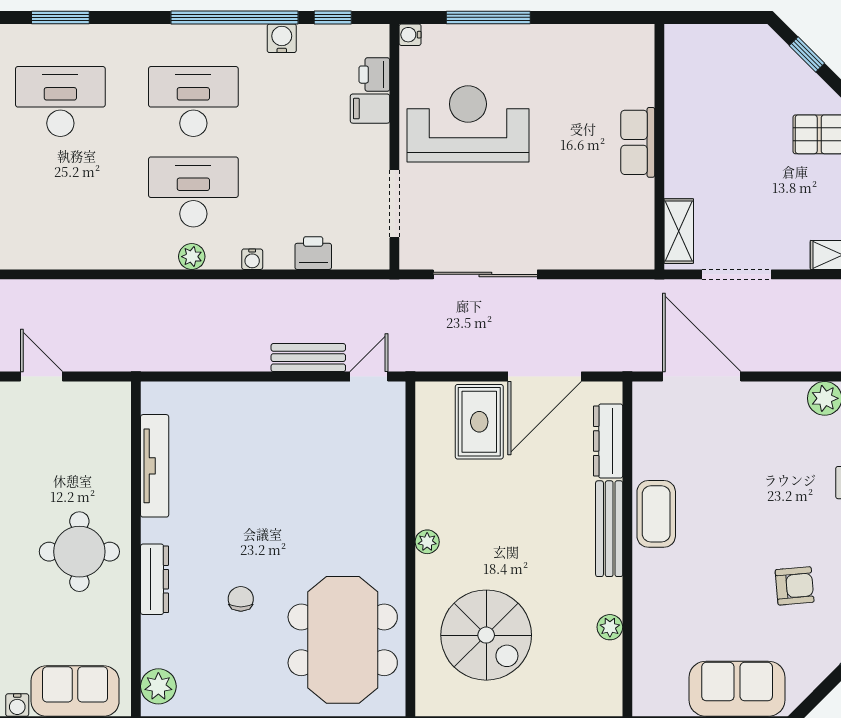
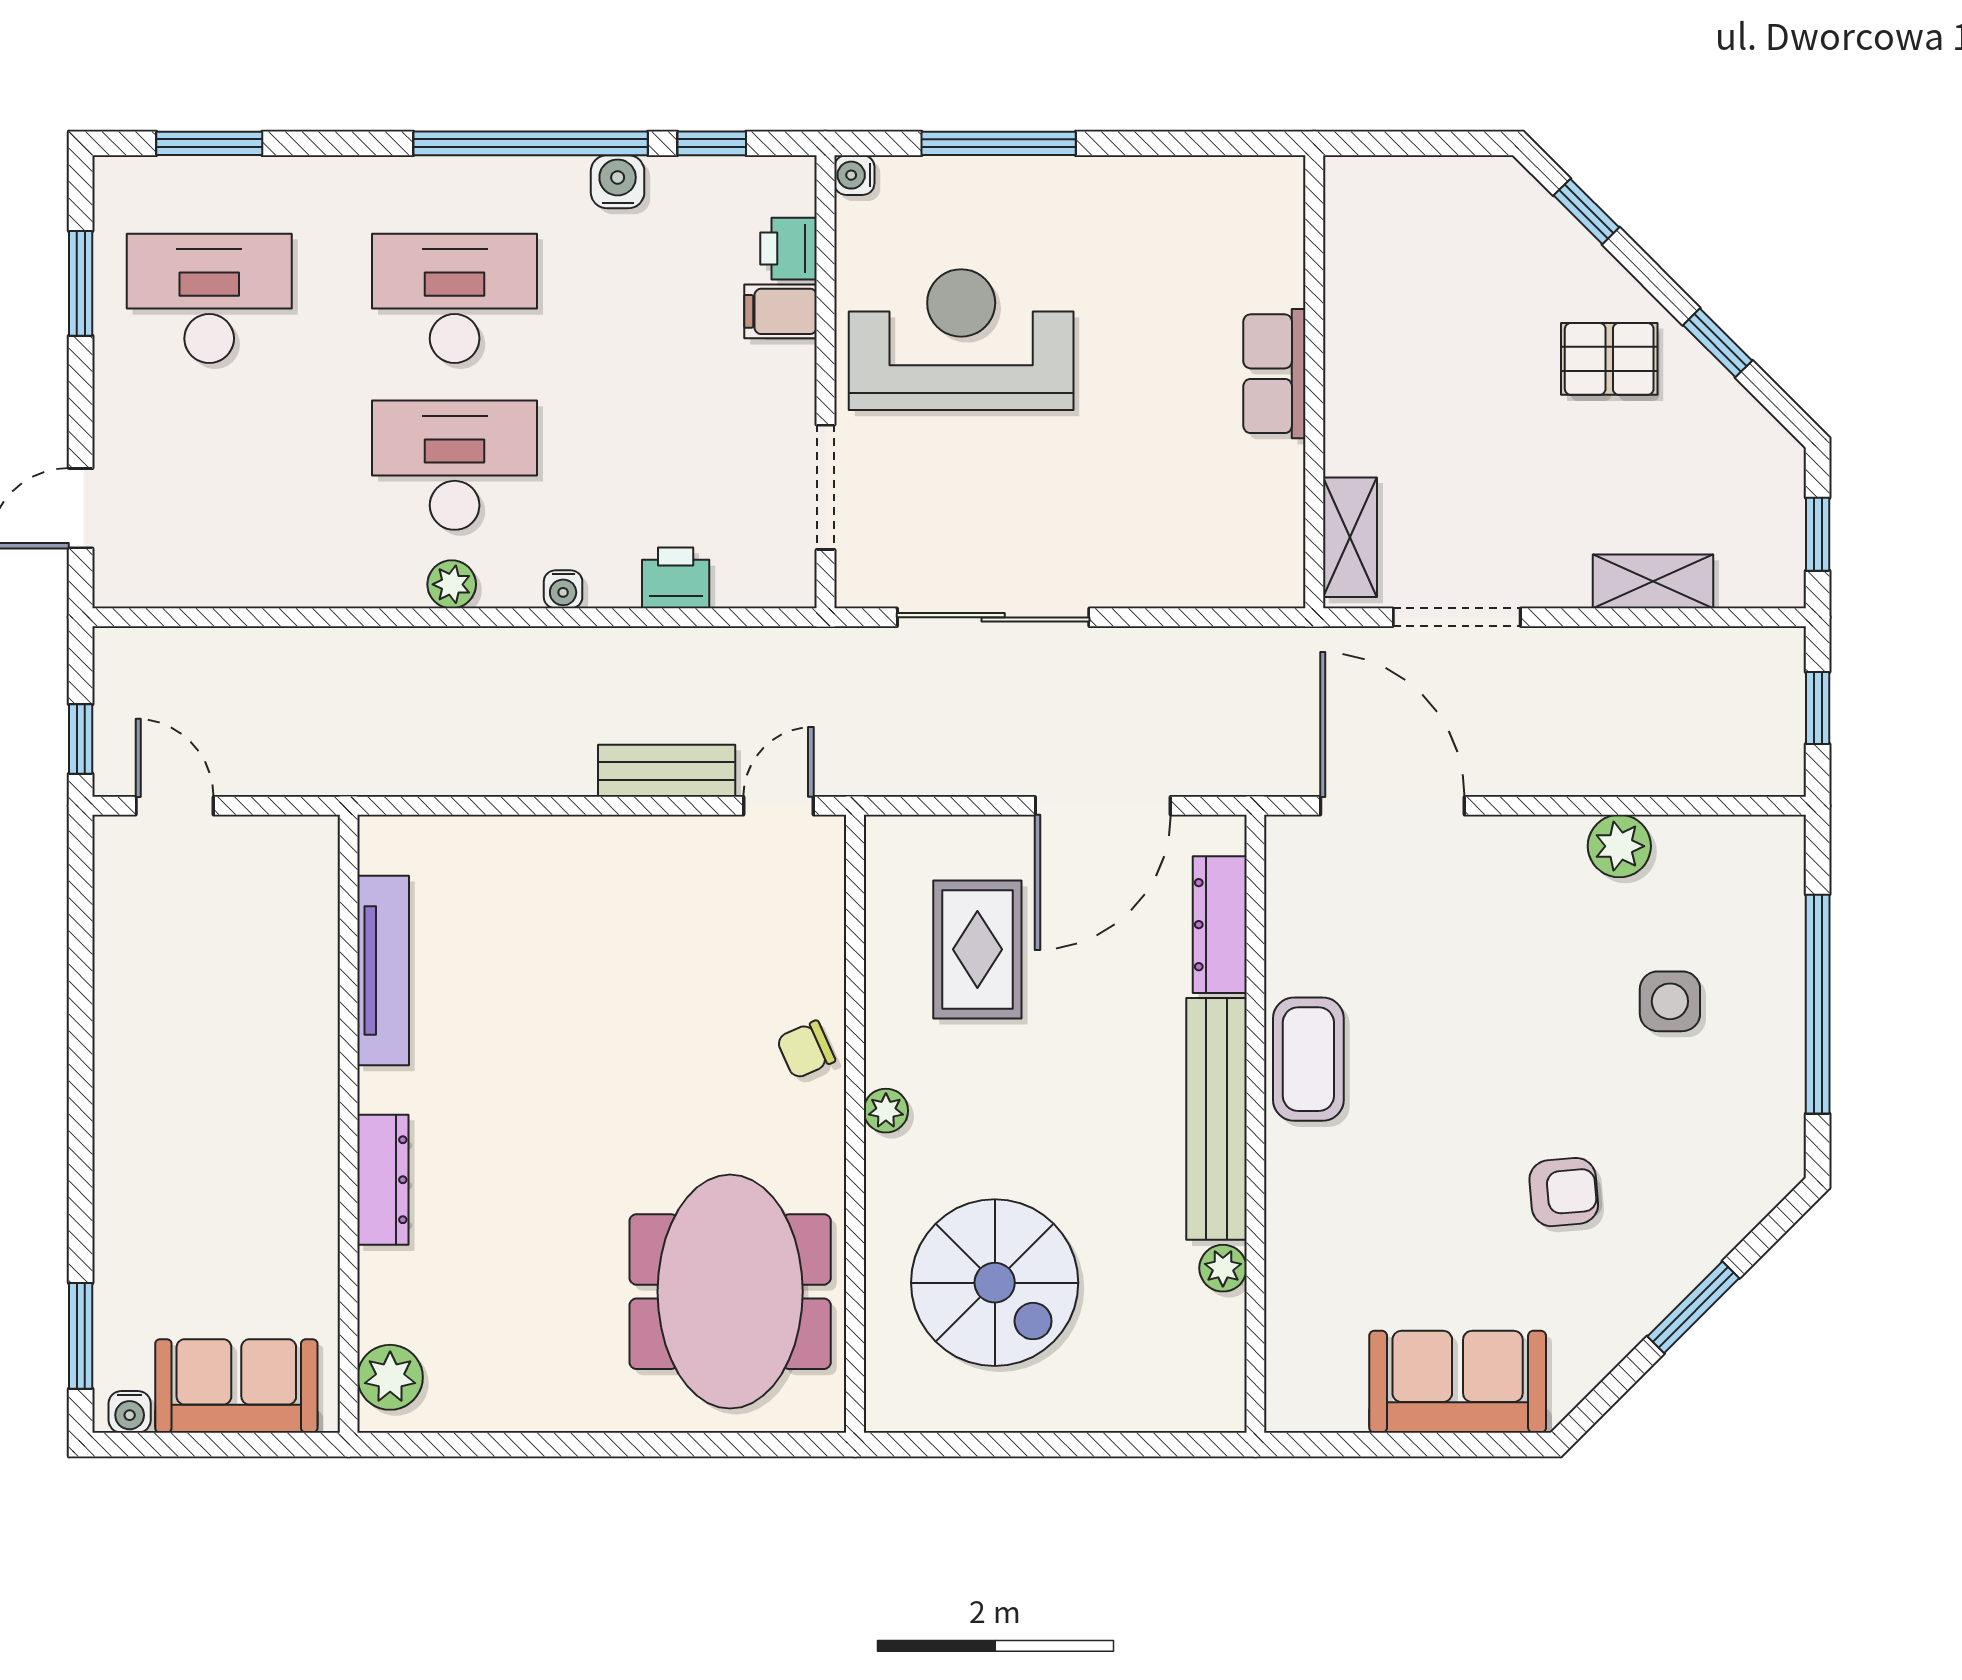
rug: (479, 422) -> (977, 949), moved
bench: (609, 529) -> (1216, 1119), width x1.37, depth x1.21
round table: (79, 552) -> (244, 1129), removed
chair: (241, 599) -> (806, 1050), moved, turned -114

